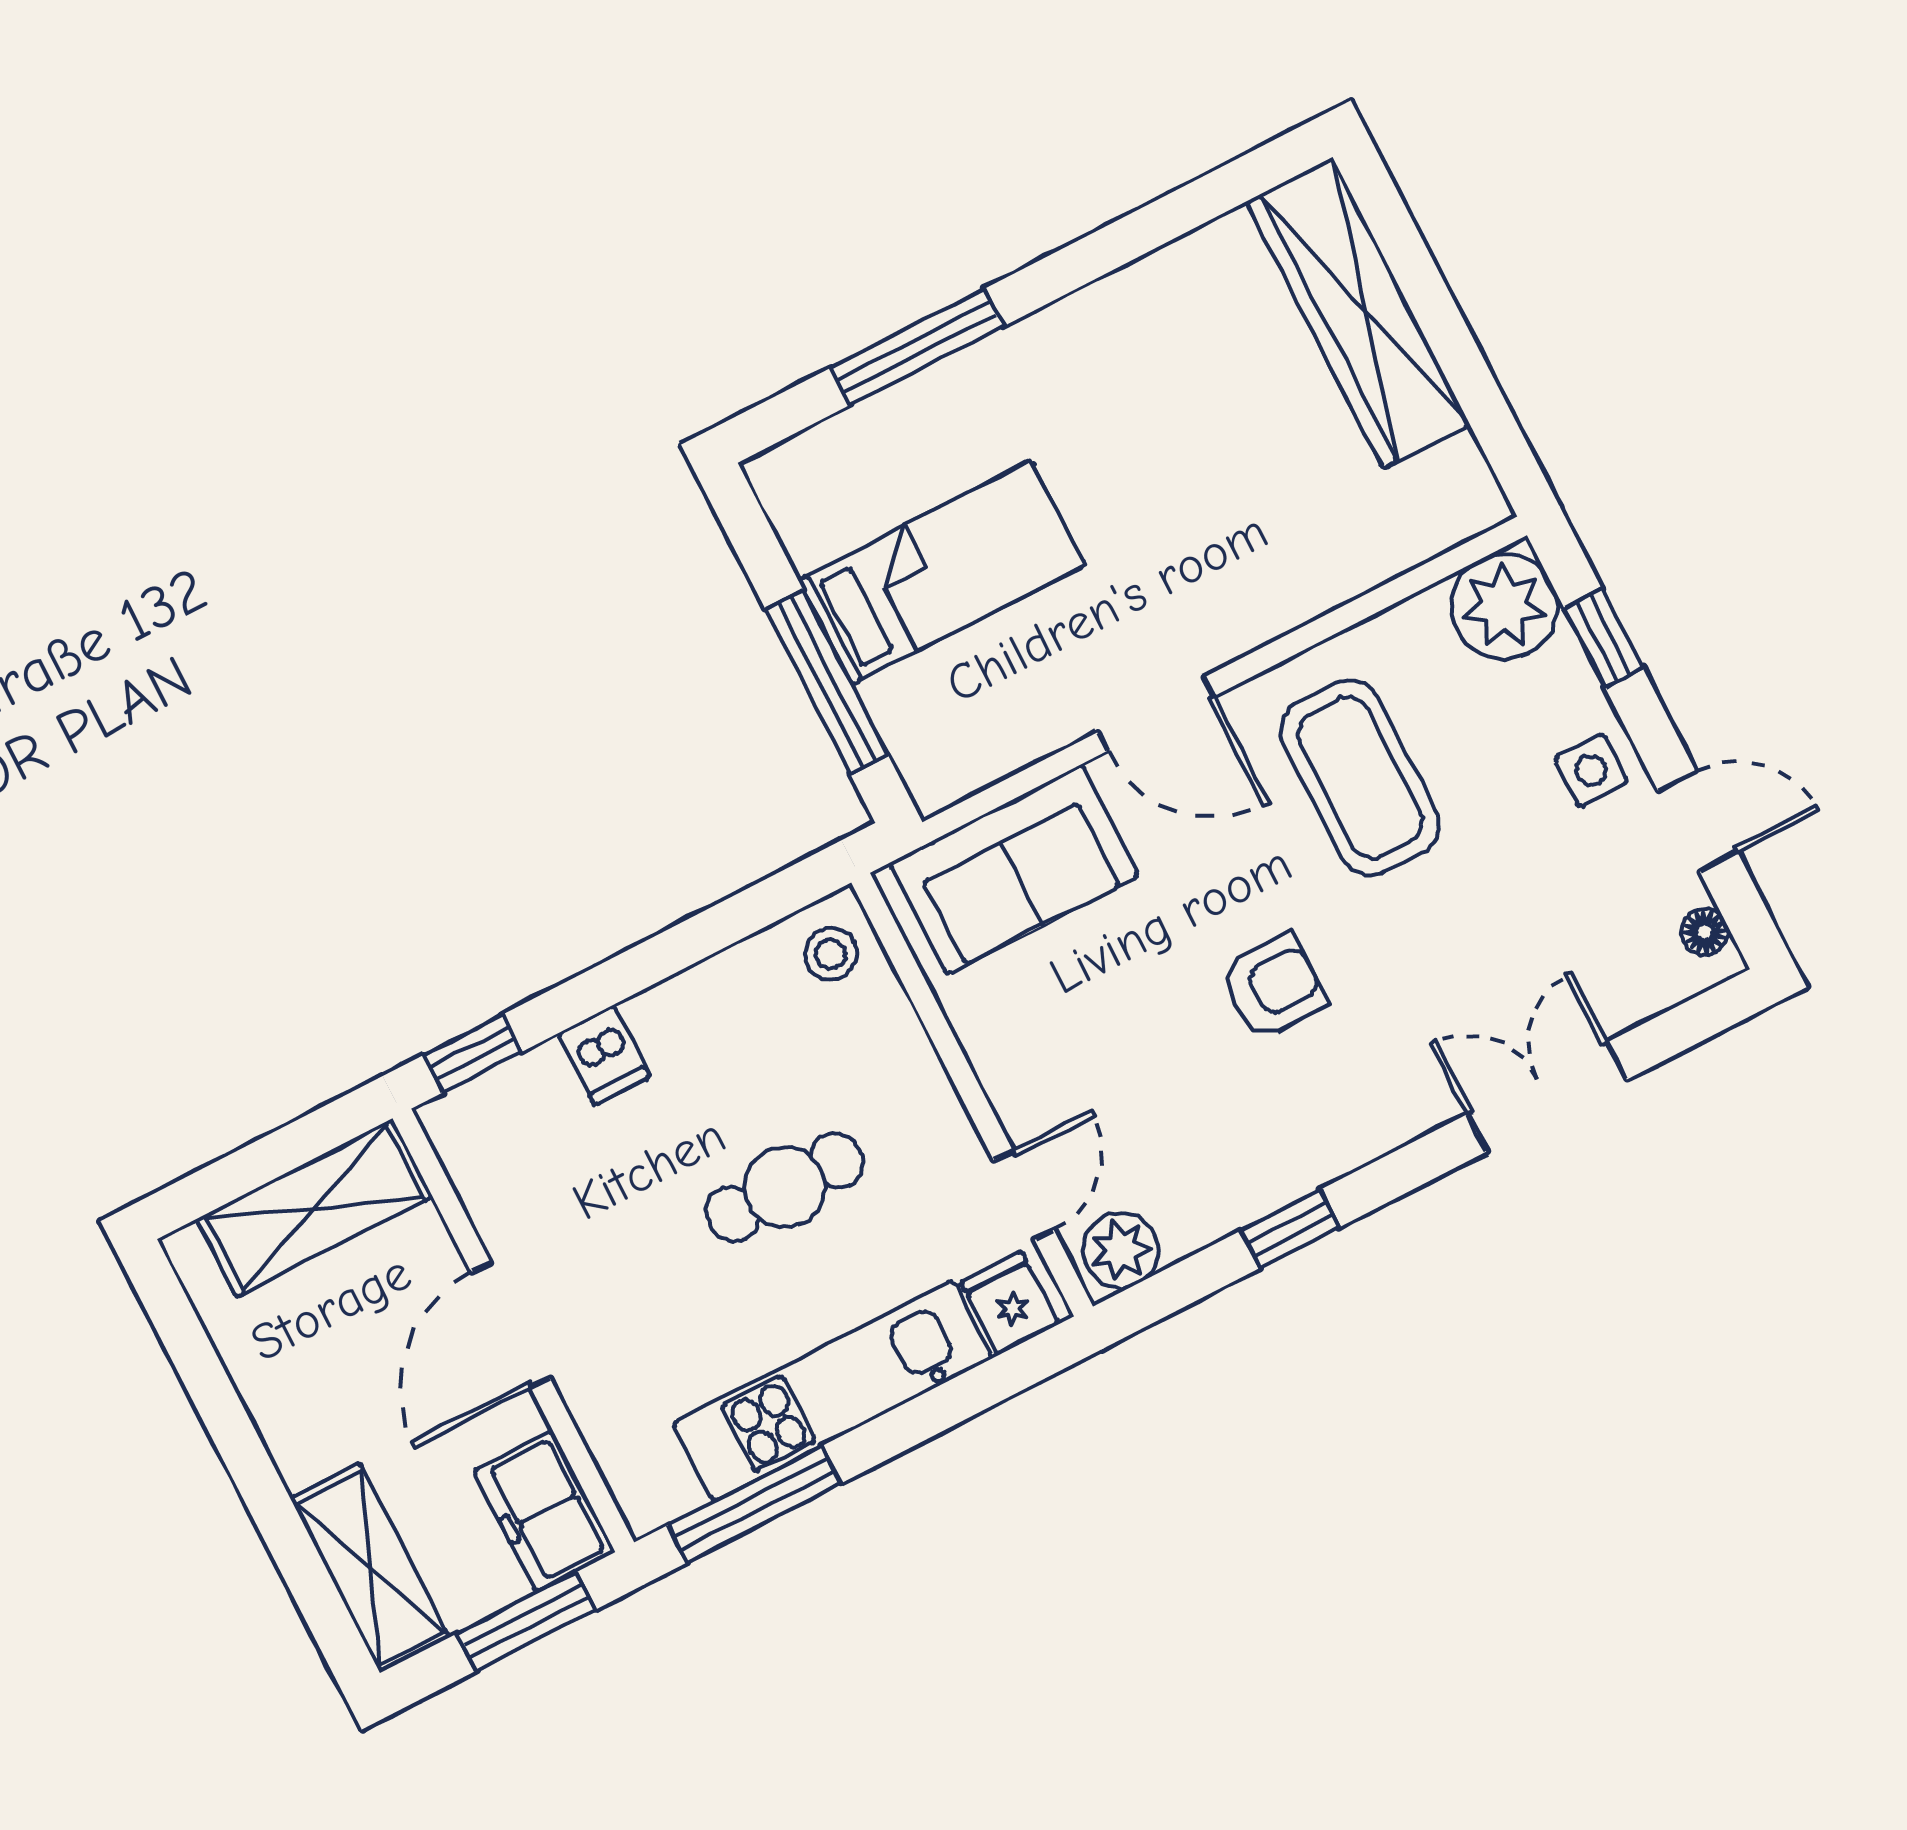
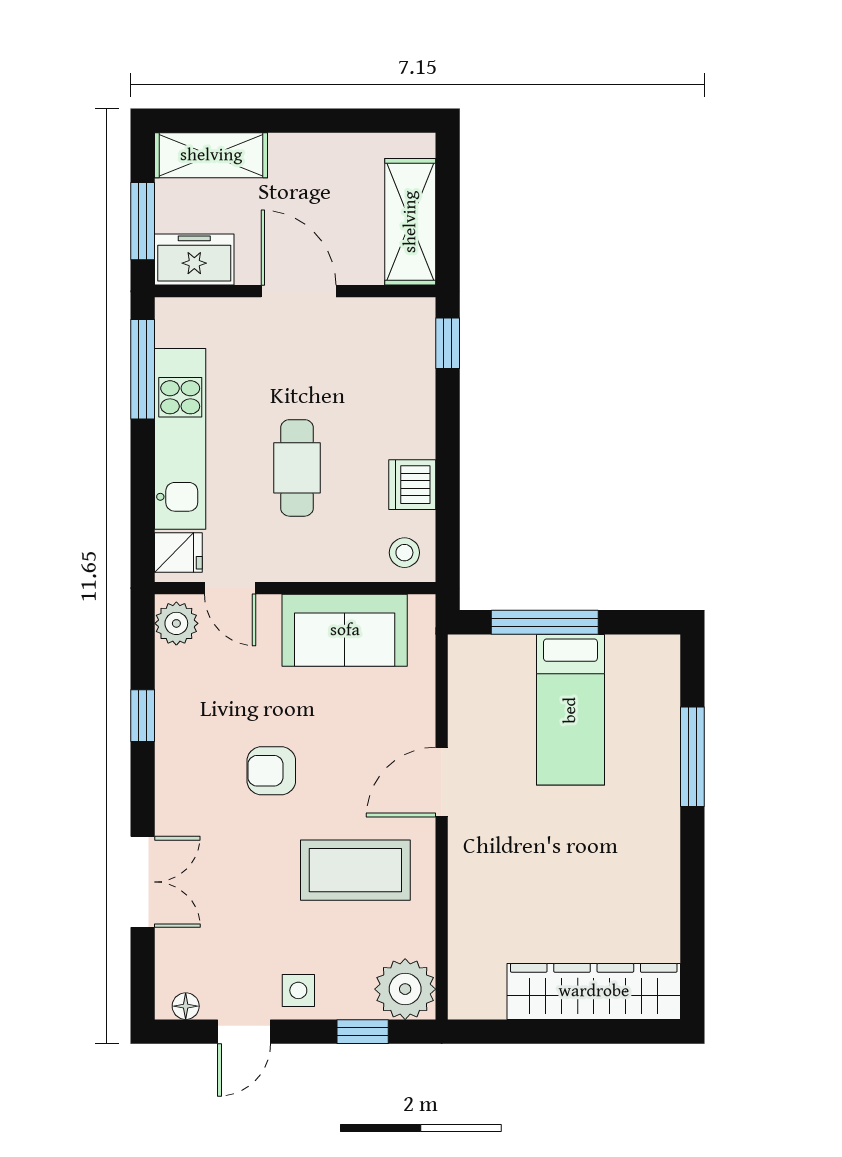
sofa: (1014, 869) -> (345, 630), moved, turned -90
armchair: (1273, 987) -> (271, 771), turned 90
dishwasher: (604, 1055) -> (412, 485), moved, width x1.38

